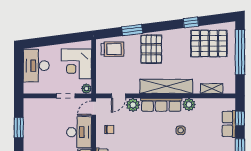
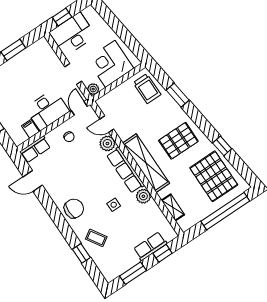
pallet: (151, 49) -> (178, 141), moved
desk: (36, 66) -> (73, 34), moved
window: (19, 76) -> (62, 17), added
door: (94, 108) -> (79, 108), hinge flipped

